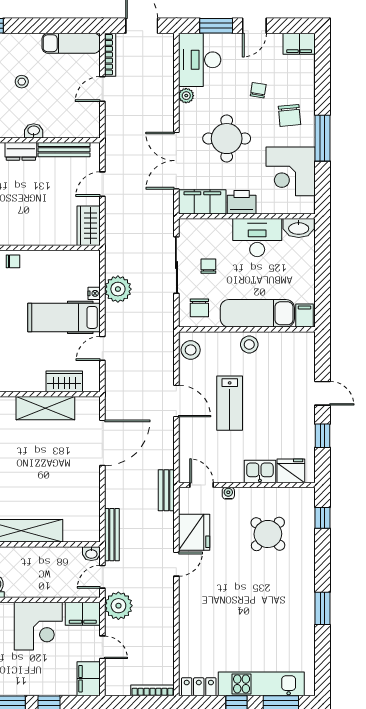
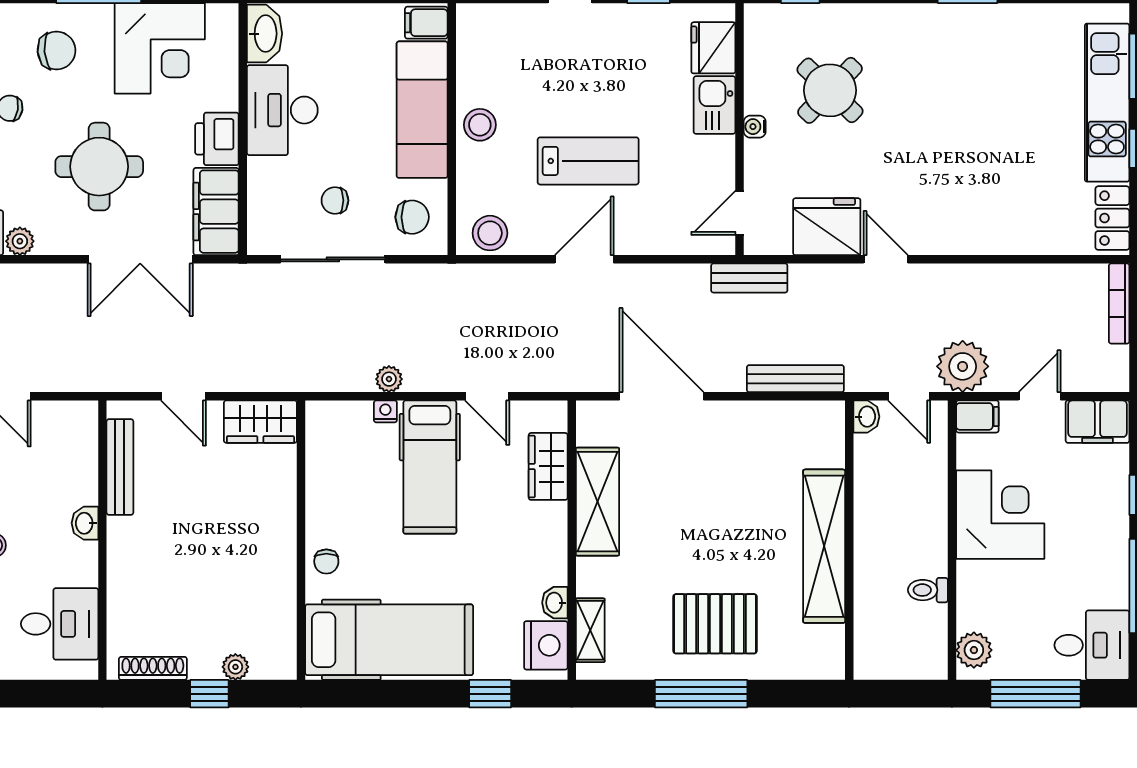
dresser: (21, 151) -> (123, 547), removed
chair: (13, 261) -> (326, 561), turned 180
plant: (118, 289) -> (389, 379), width x0.53, depth x0.53
water cooler: (228, 493) -> (755, 127), moved
bench: (112, 535) -> (795, 379), moved
filing cabinet: (83, 614) -> (977, 416), width x0.50

